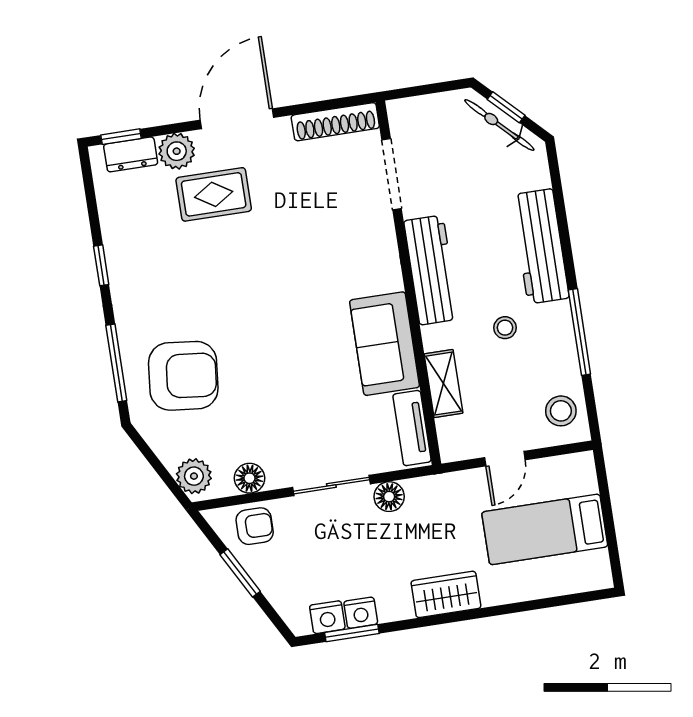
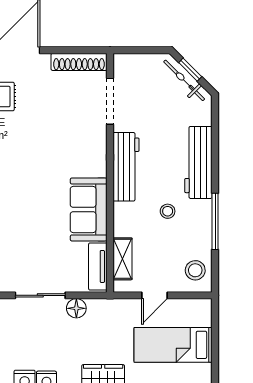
shelving: (443, 384) -> (122, 259), moved

